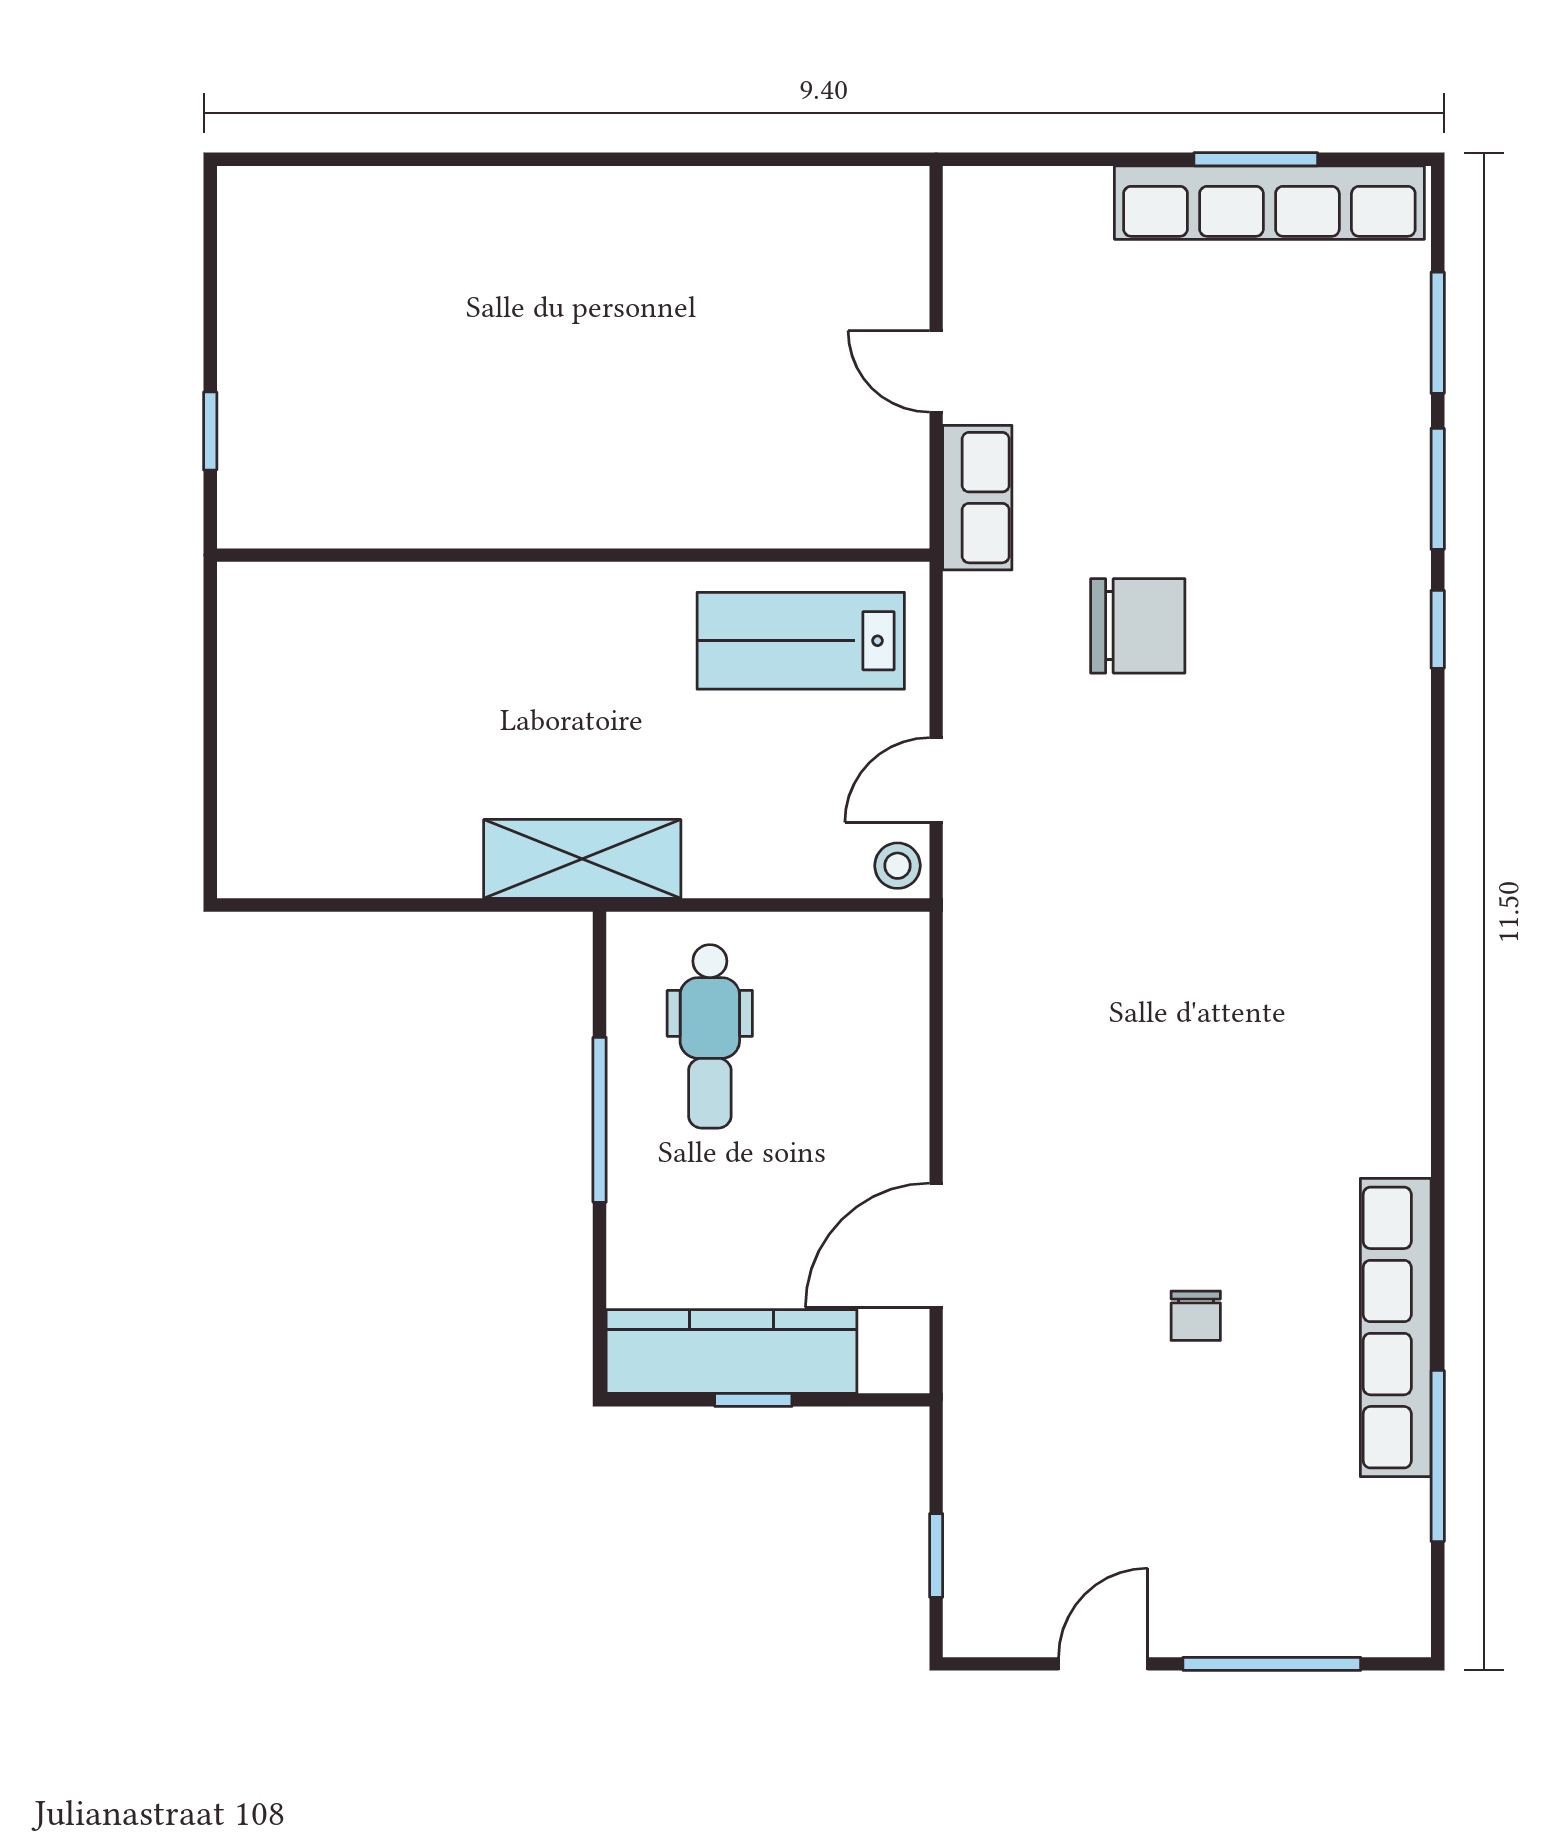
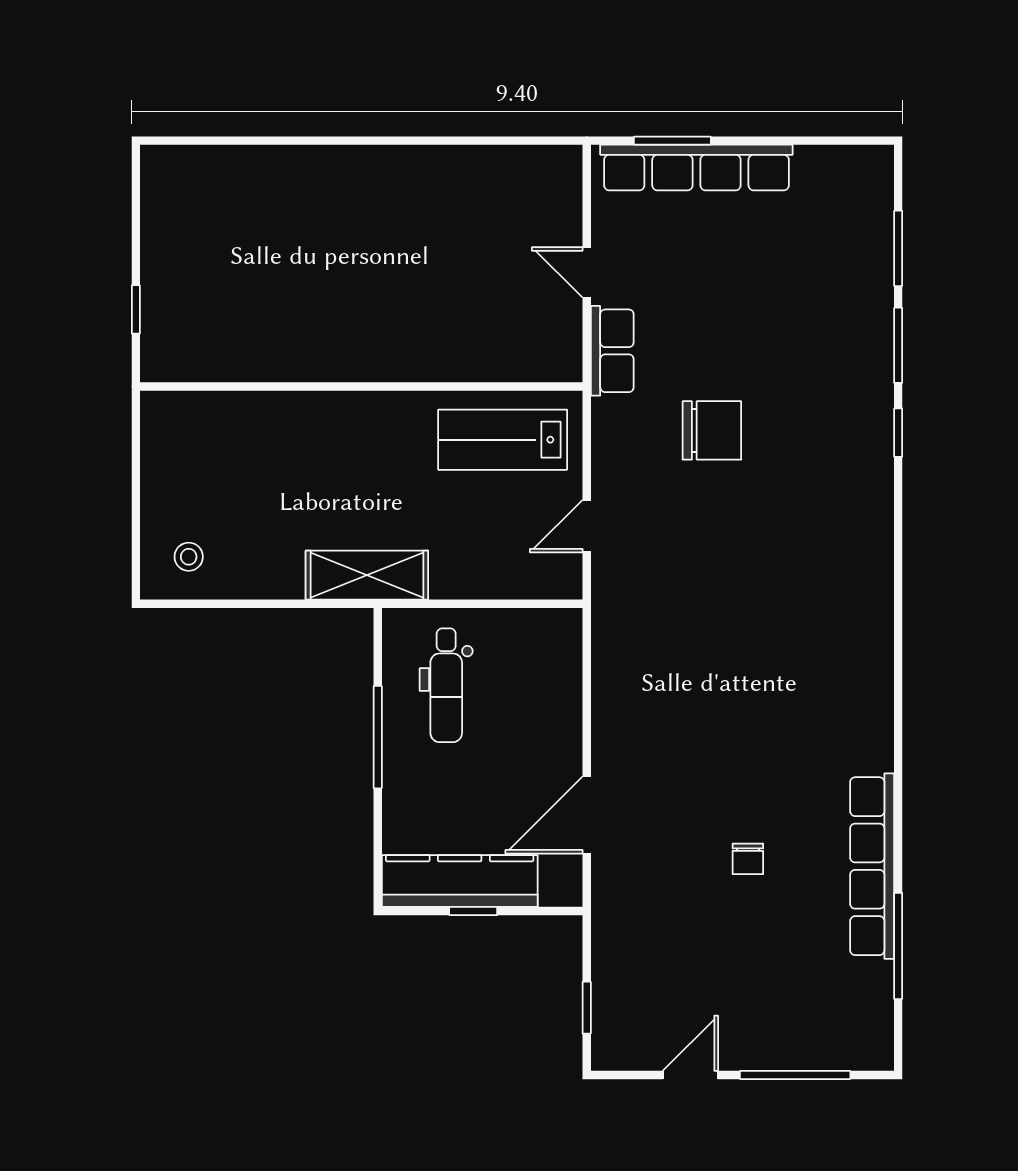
window: (1256, 159) -> (672, 141), moved
row of seats: (1269, 203) -> (696, 168), moved
stool: (897, 866) -> (189, 557), moved

